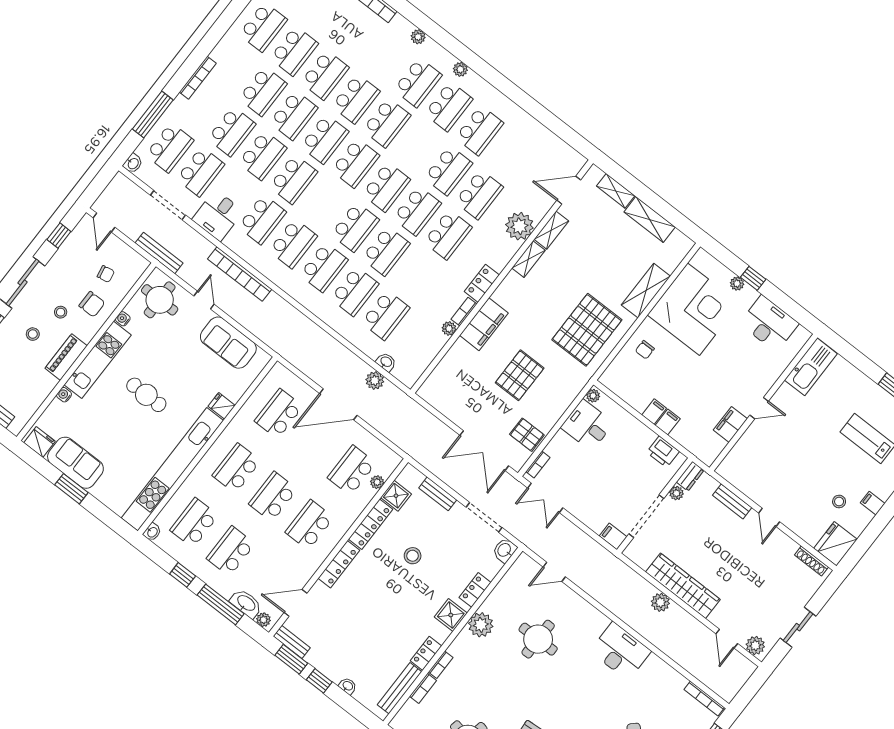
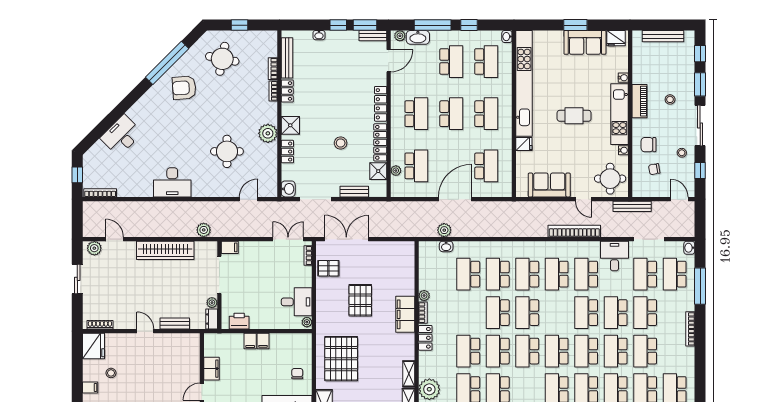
stool: (61, 312) -> (682, 153), moved
plant: (660, 602) -> (204, 230), moved

